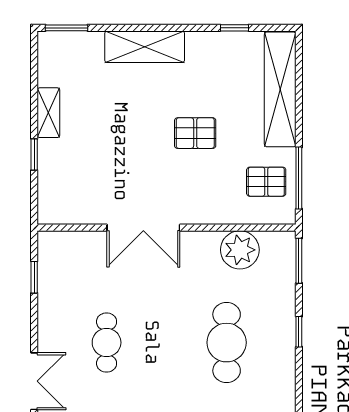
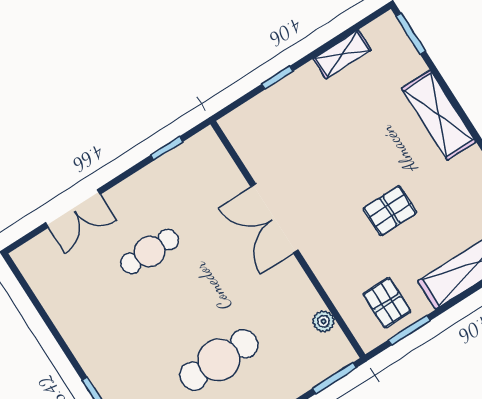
shelving: (48, 113) -> (342, 54), moved
pallet: (195, 133) -> (390, 211), turned 90
window: (299, 178) -> (409, 330), width x0.69
plant: (240, 250) -> (323, 321), width x0.53, depth x0.53

